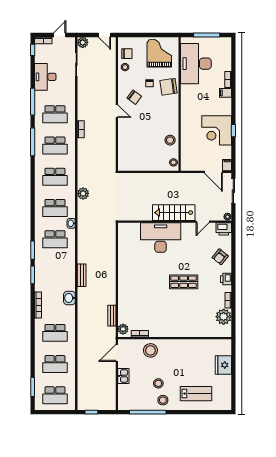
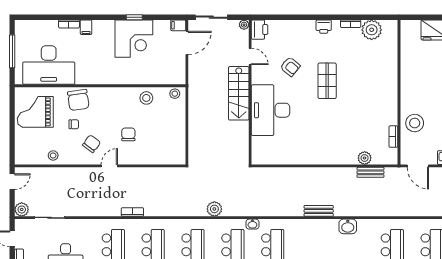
chair: (127, 54) -> (128, 134), moved
armchair: (220, 257) -> (290, 67), moved
plant: (123, 329) -> (365, 158), moved

